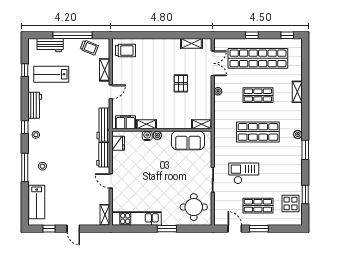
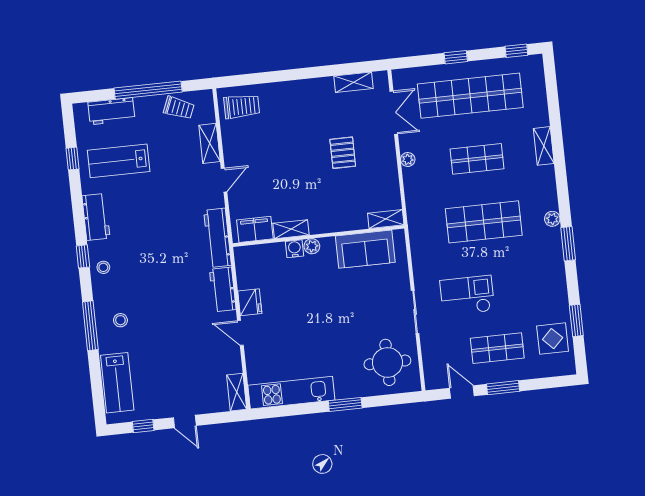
fridge: (118, 143) -> (250, 302), moved

